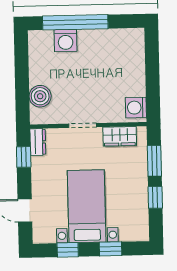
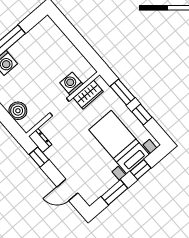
washing machine: (136, 108) -> (71, 84), moved, turned 90
bed with nightstands: (87, 206) -> (119, 142), moved
window: (68, 250) -> (114, 192), width x1.50

